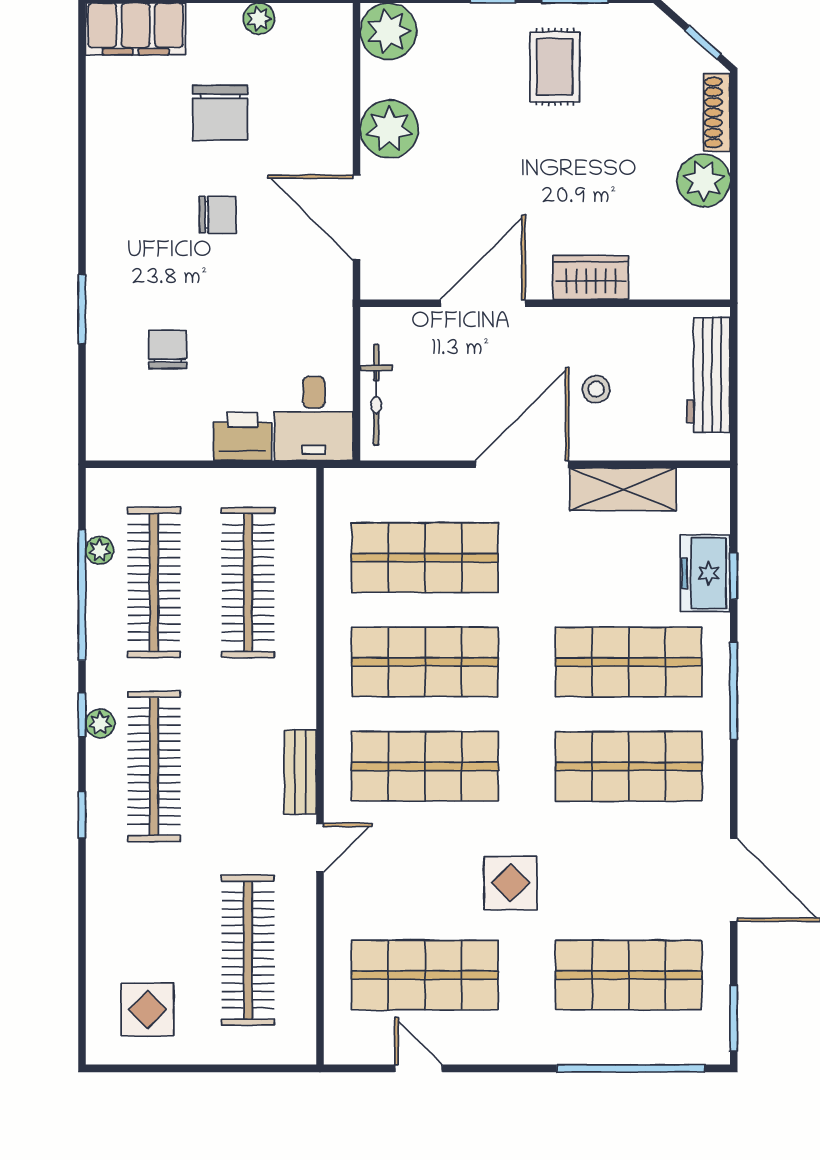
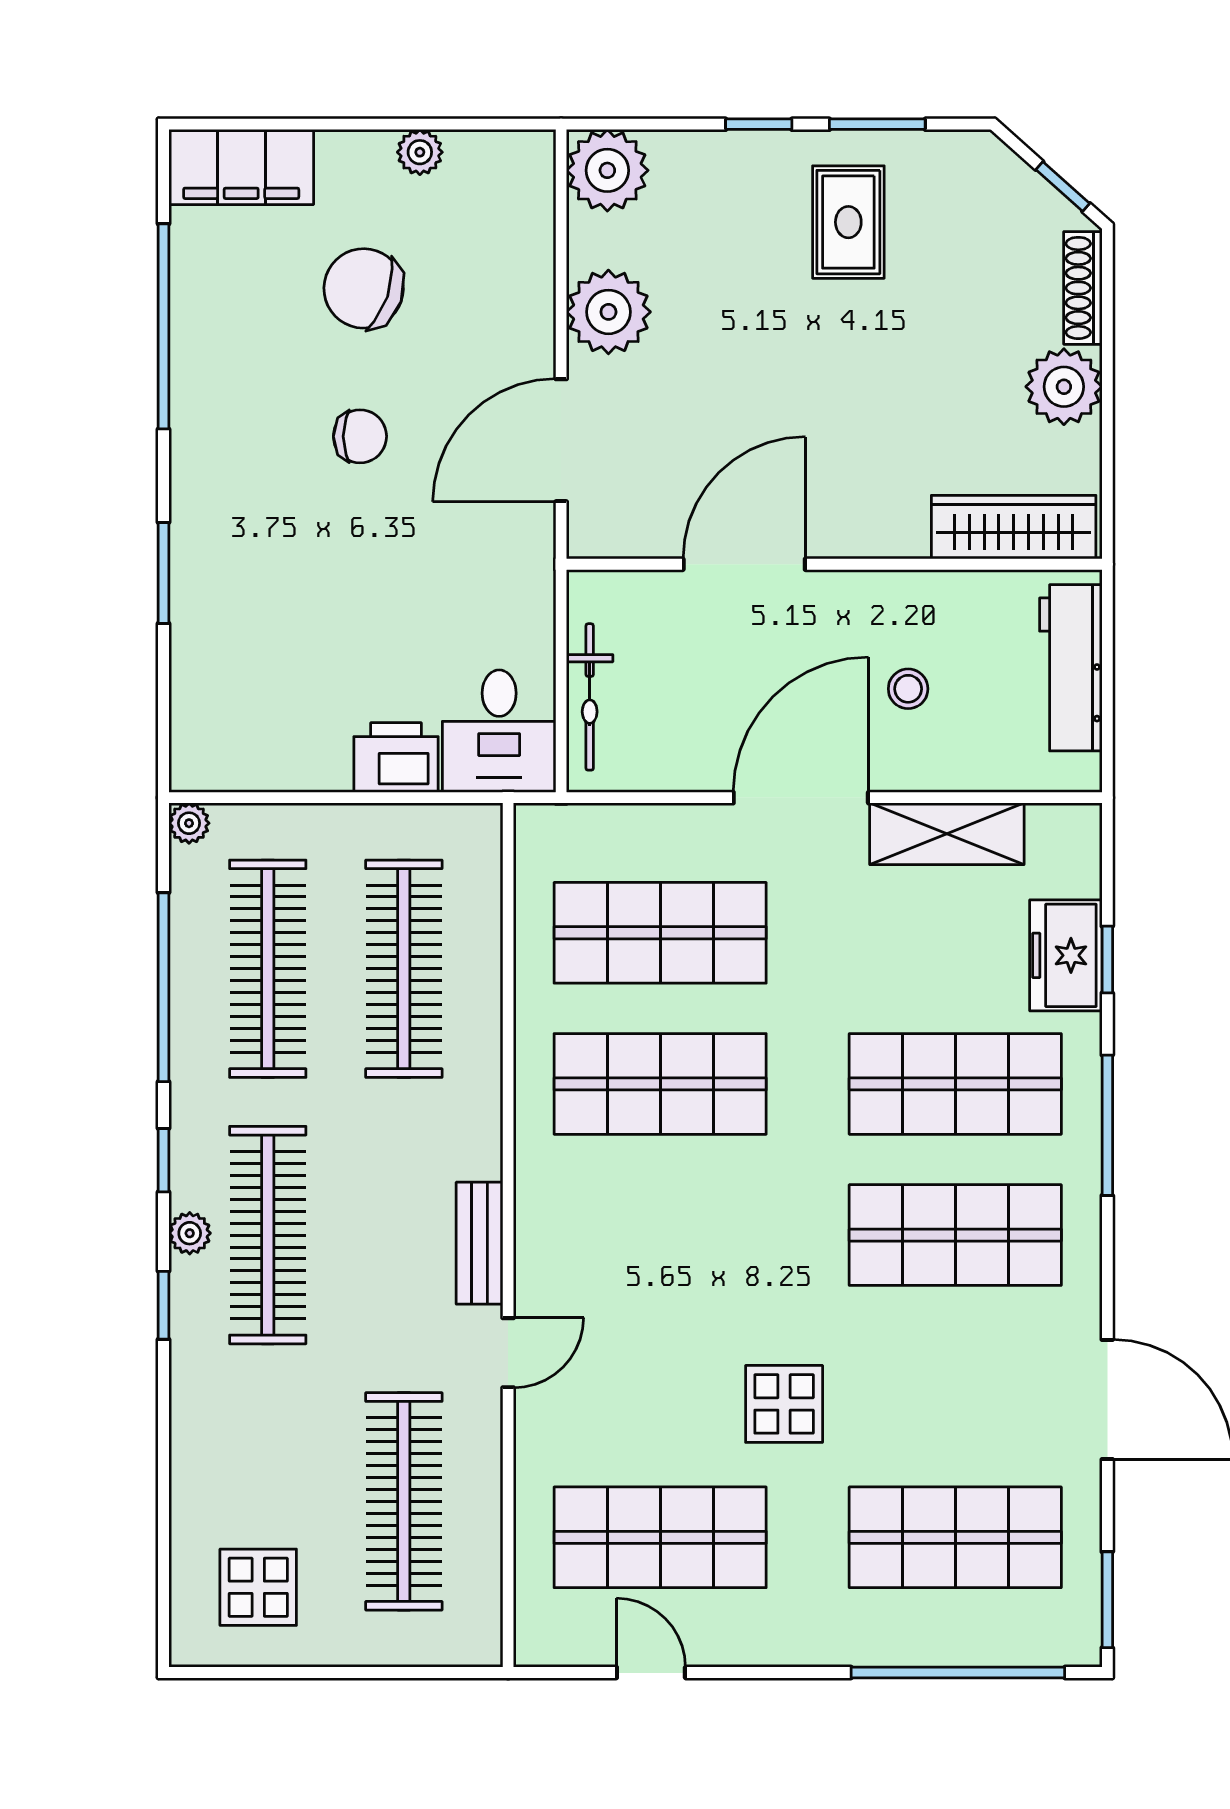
chair: (220, 113) -> (364, 288), turned 109
window: (82, 139) -> (163, 326), added
door: (357, 217) -> (561, 440), hinge flipped
wardrobe: (591, 278) -> (1014, 527), moved, width x1.50
chair: (168, 349) -> (287, 631), removed
plant: (100, 550) -> (189, 823), moved
plant: (100, 723) -> (190, 1233), moved
shop shelf: (425, 766) -> (660, 1235), removed

